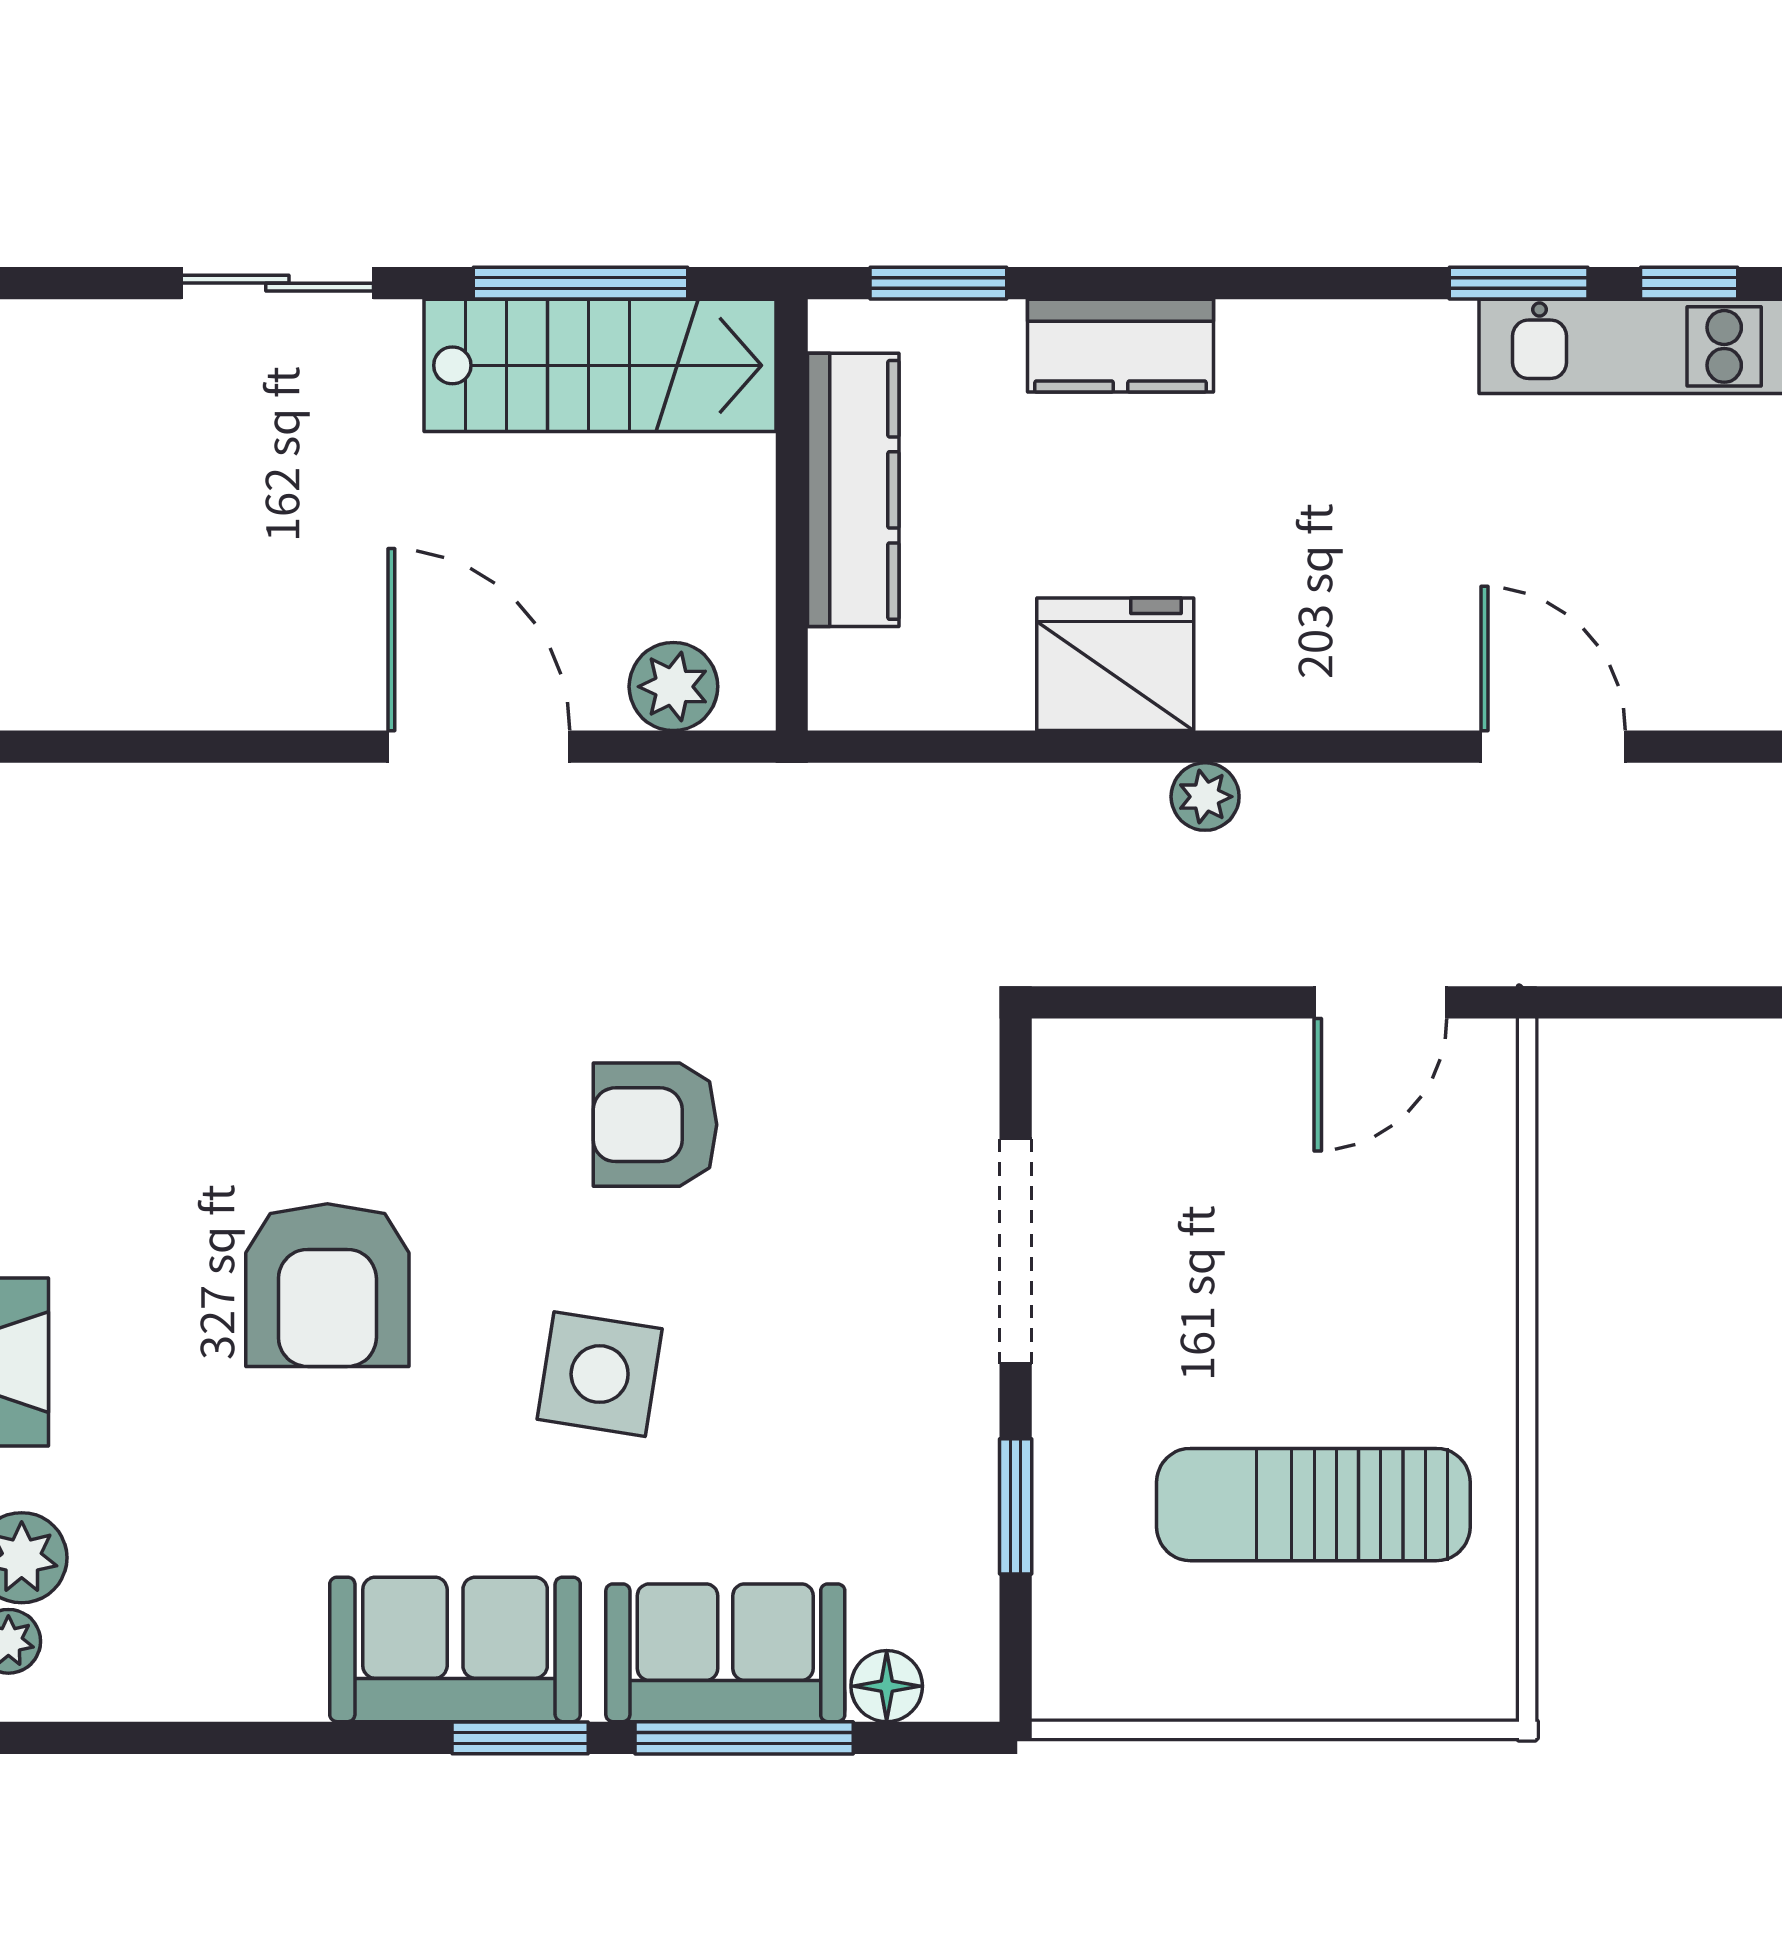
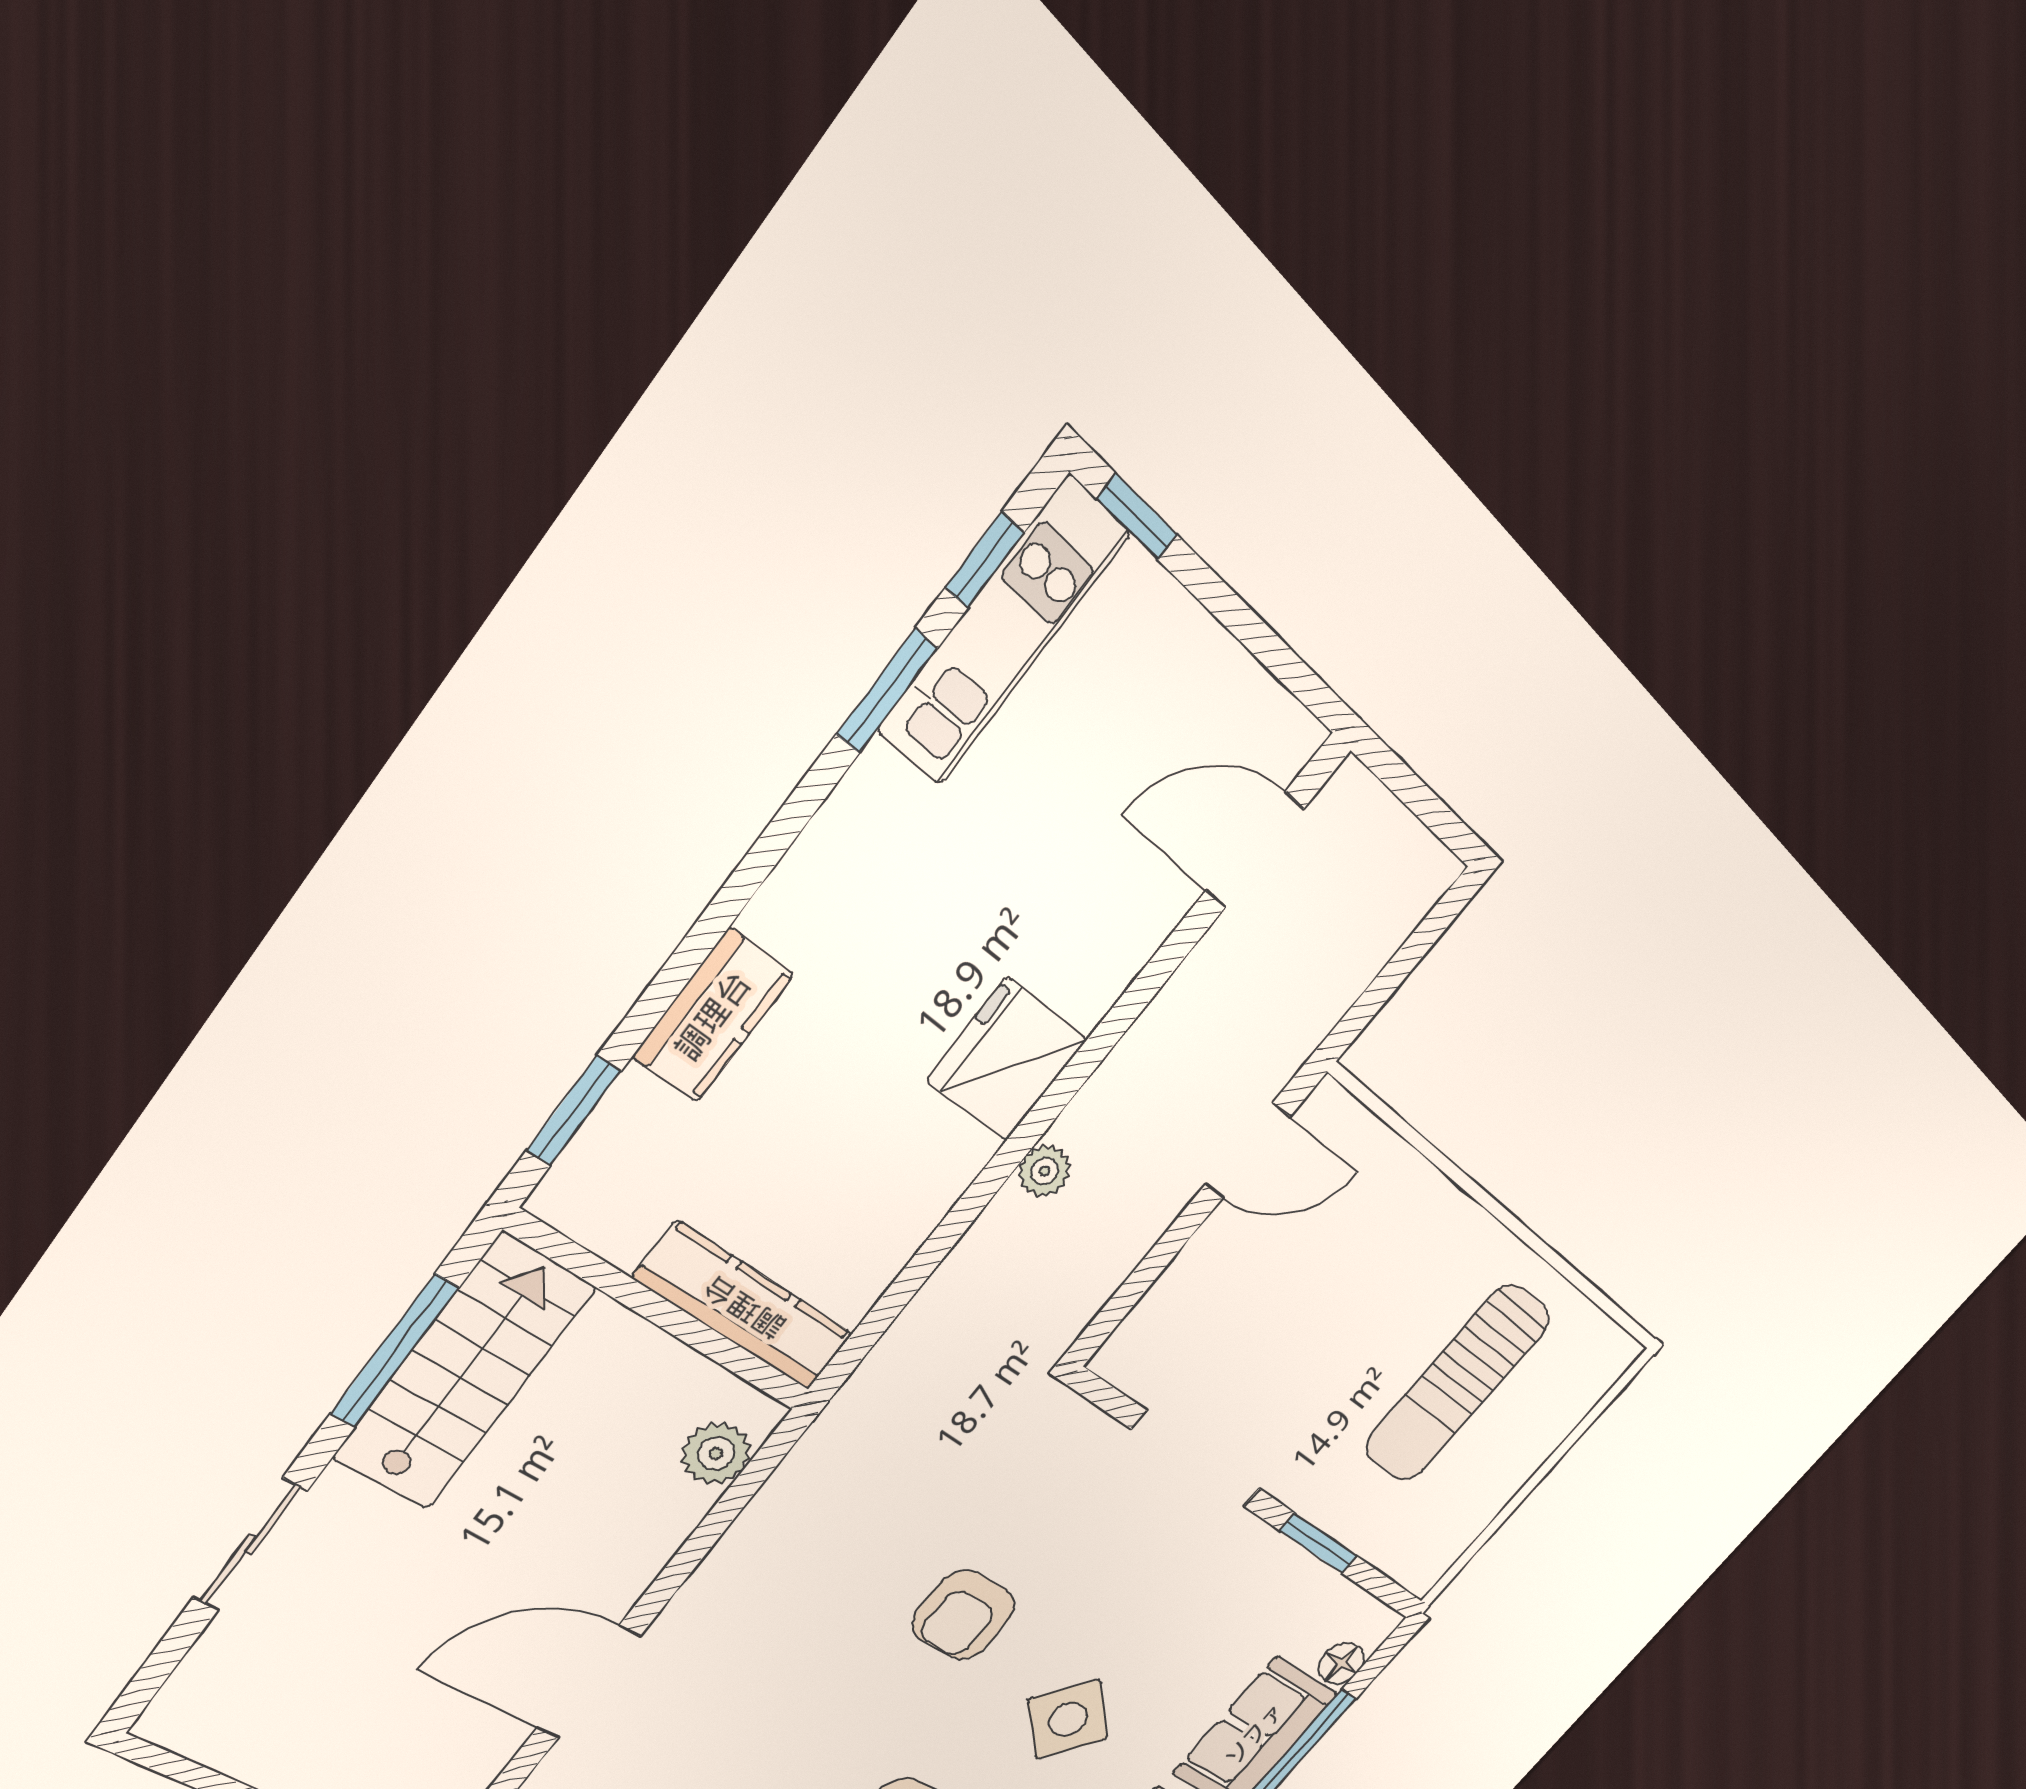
kitchen counter: (853, 490) -> (744, 1307), moved
fridge: (1115, 664) -> (1007, 1060), moved
door: (479, 747) -> (589, 1682), moved
door: (1553, 747) -> (1255, 850), moved
door: (1380, 1002) -> (1248, 1151), hinge flipped
side table: (600, 1374) -> (1068, 1719), turned 33

